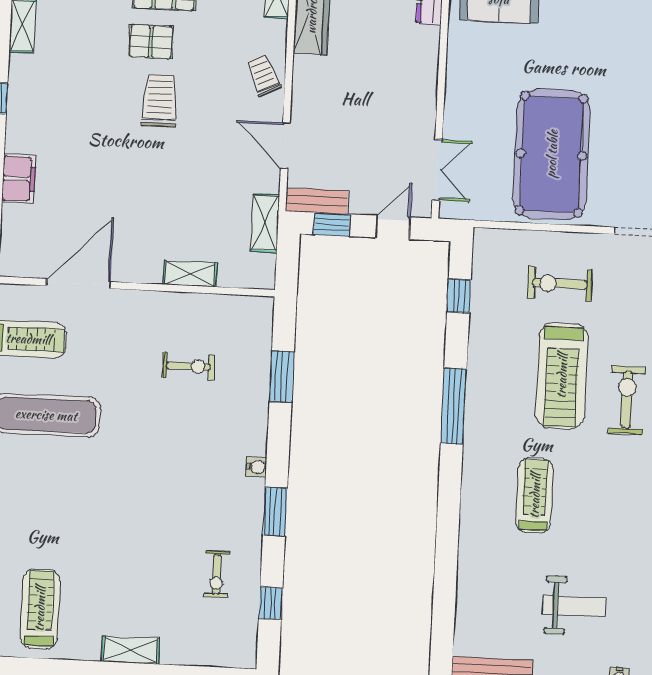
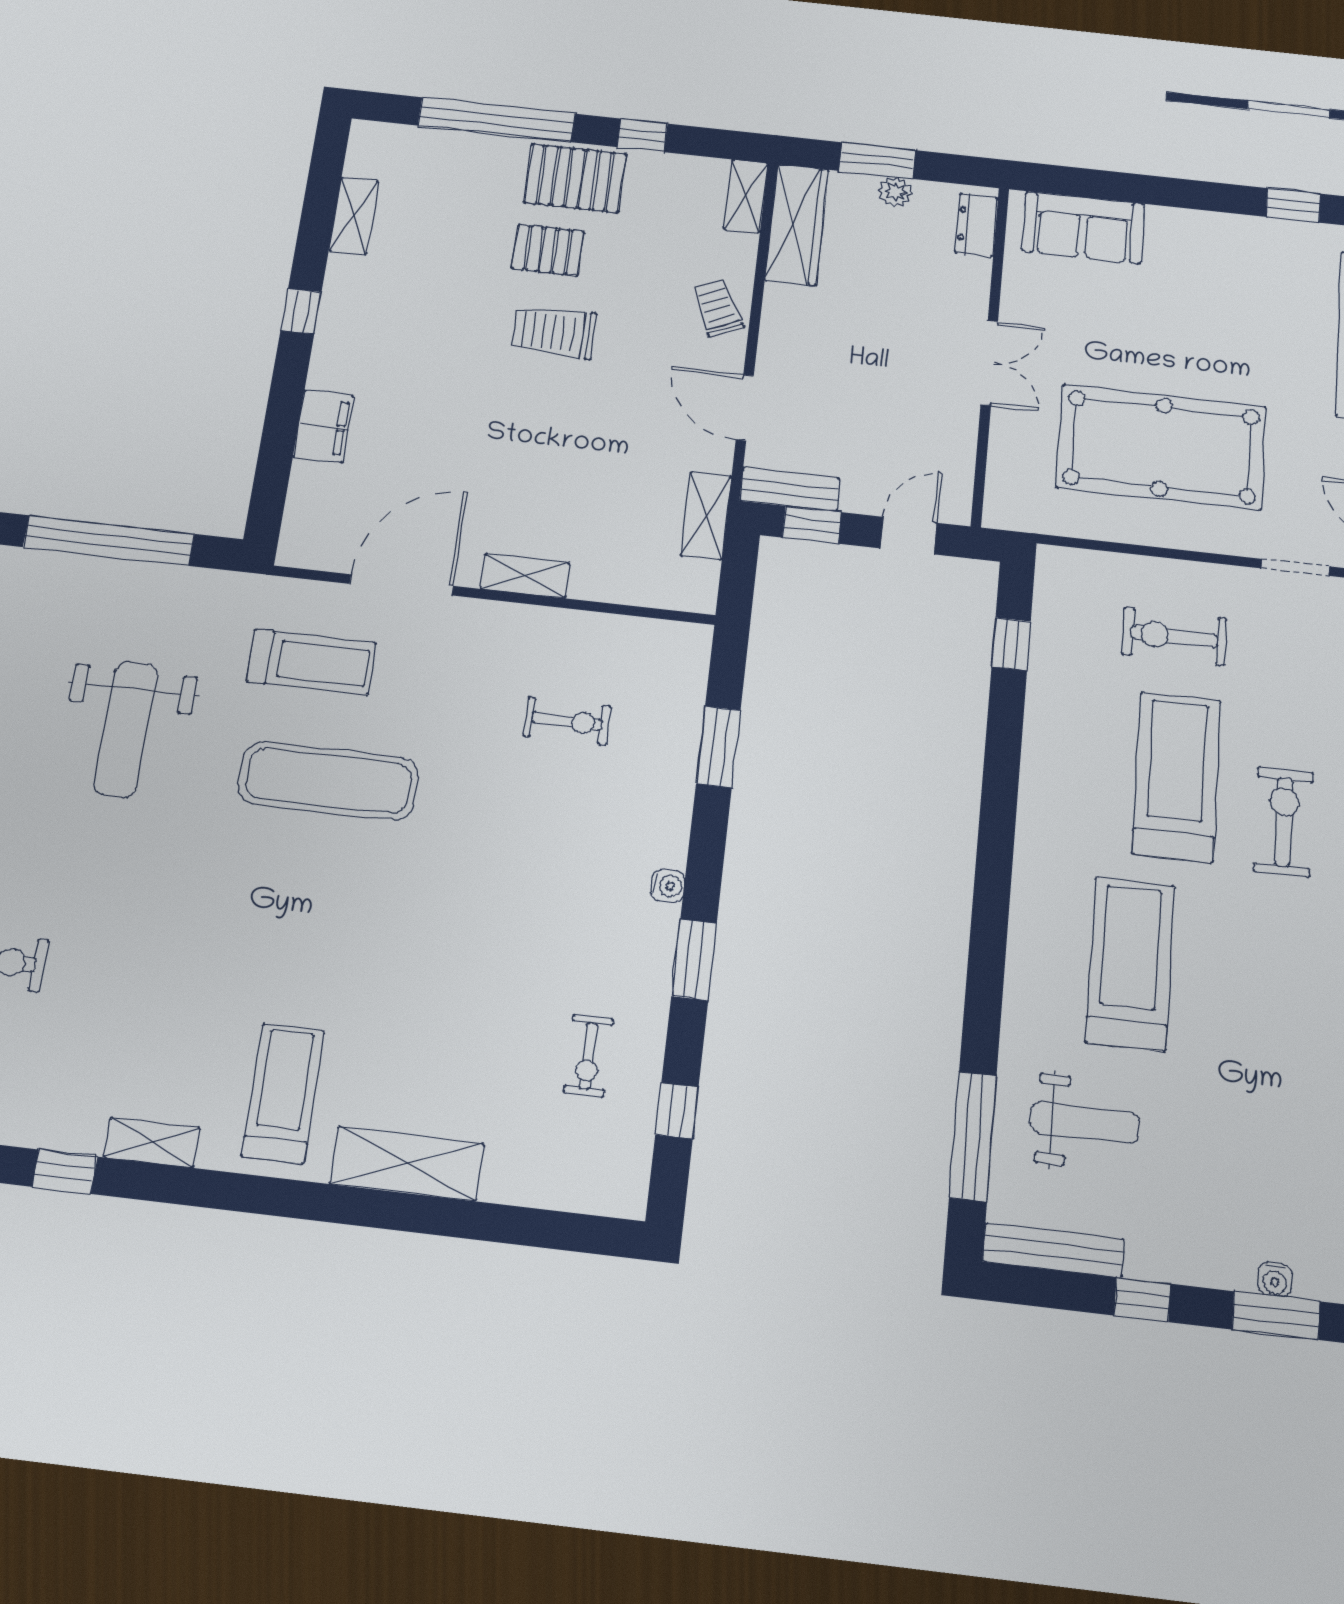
trolley: (160, 101) -> (554, 332), turned -90
pool table: (552, 154) -> (1162, 447), turned 90
double door: (437, 170) -> (989, 363), moved
shelving: (190, 274) -> (525, 576), moved
treadmill: (562, 376) -> (1177, 777), turned 180
window: (454, 406) -> (973, 1136), moved
treadmill: (535, 496) -> (1130, 964), width x1.37, depth x1.38
weight bench: (574, 606) -> (1085, 1123), moved
shelving: (130, 650) -> (407, 1164), width x1.50, depth x1.33

